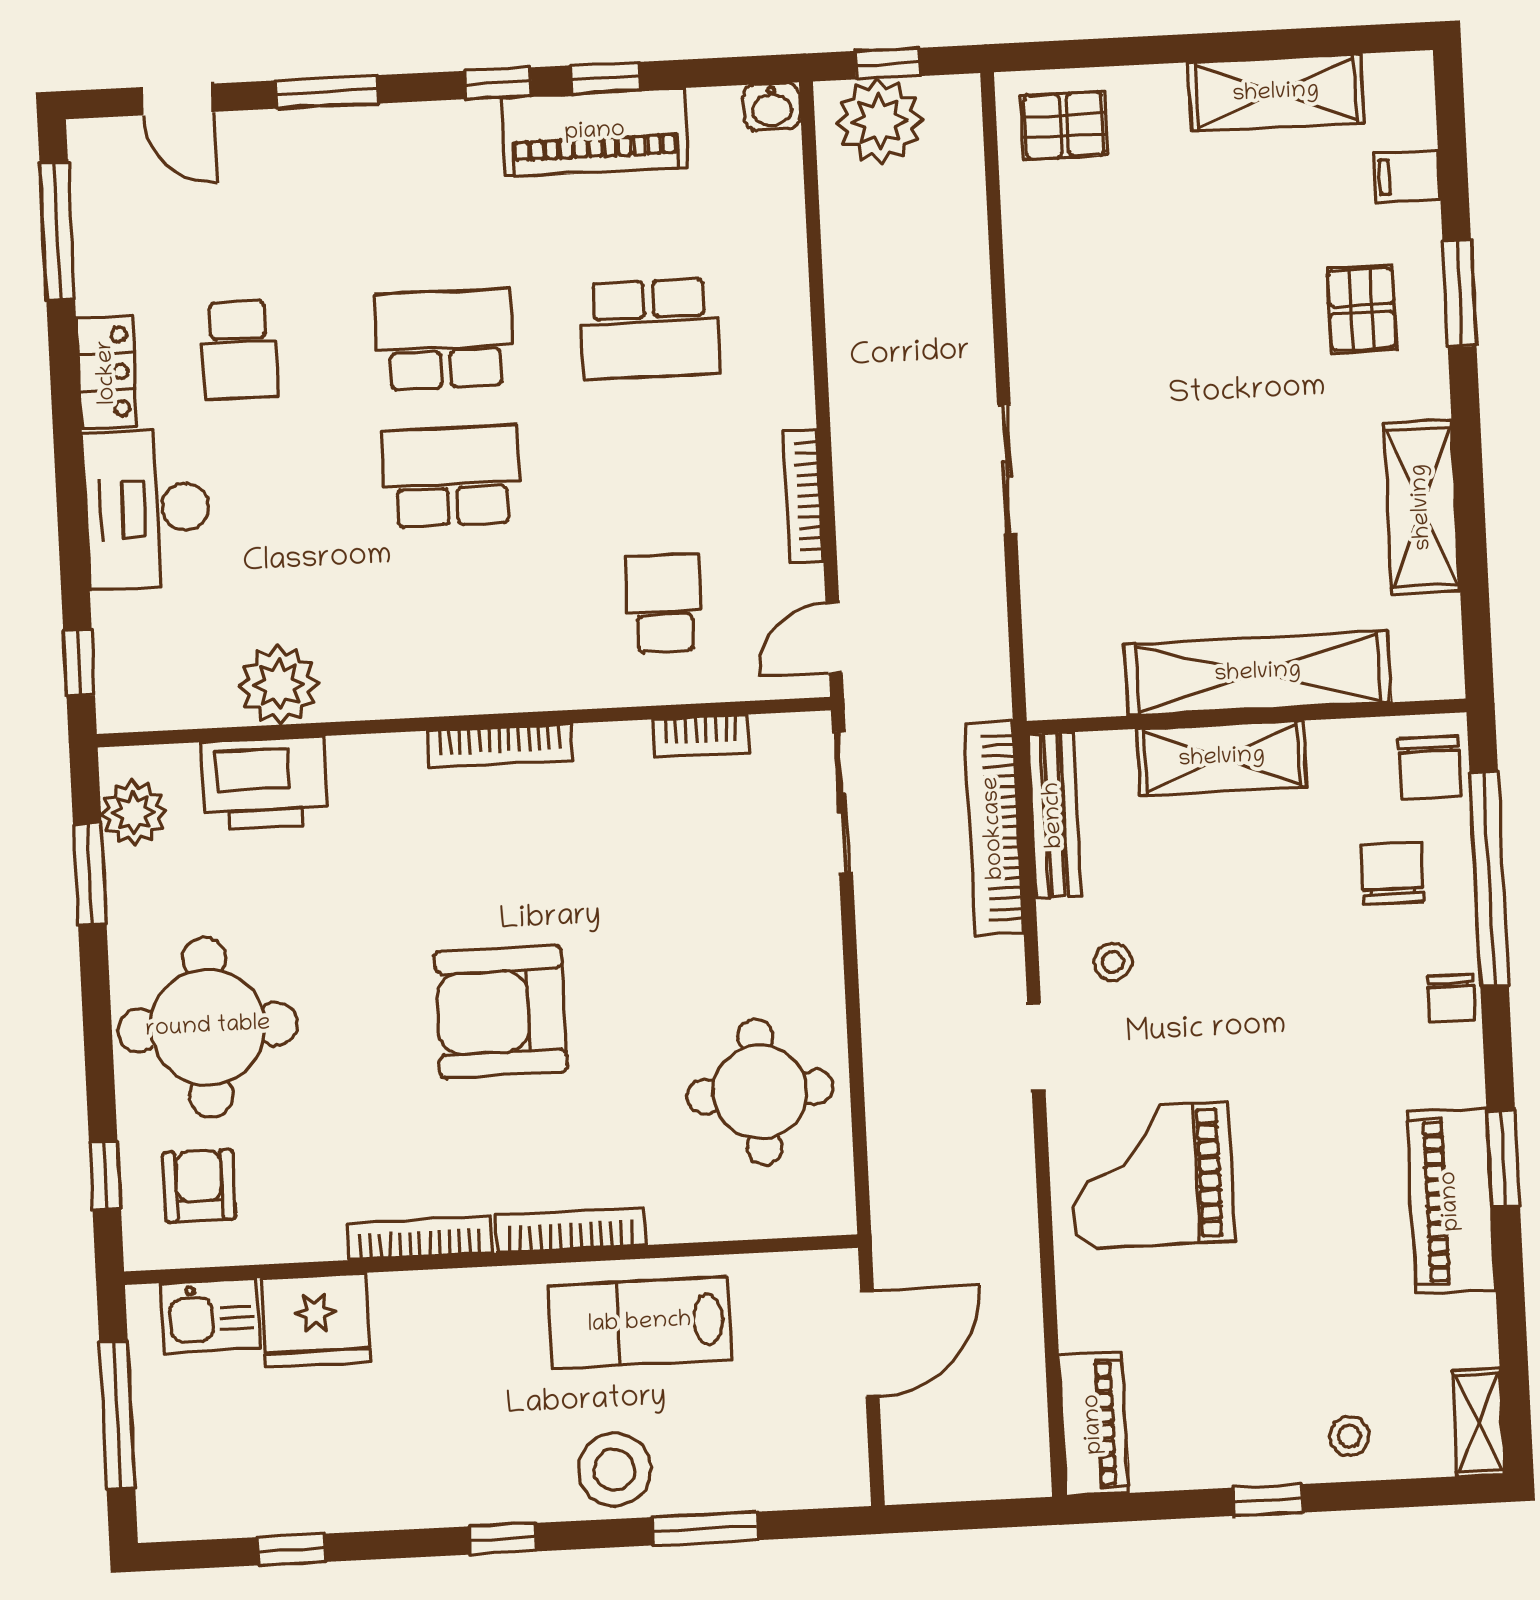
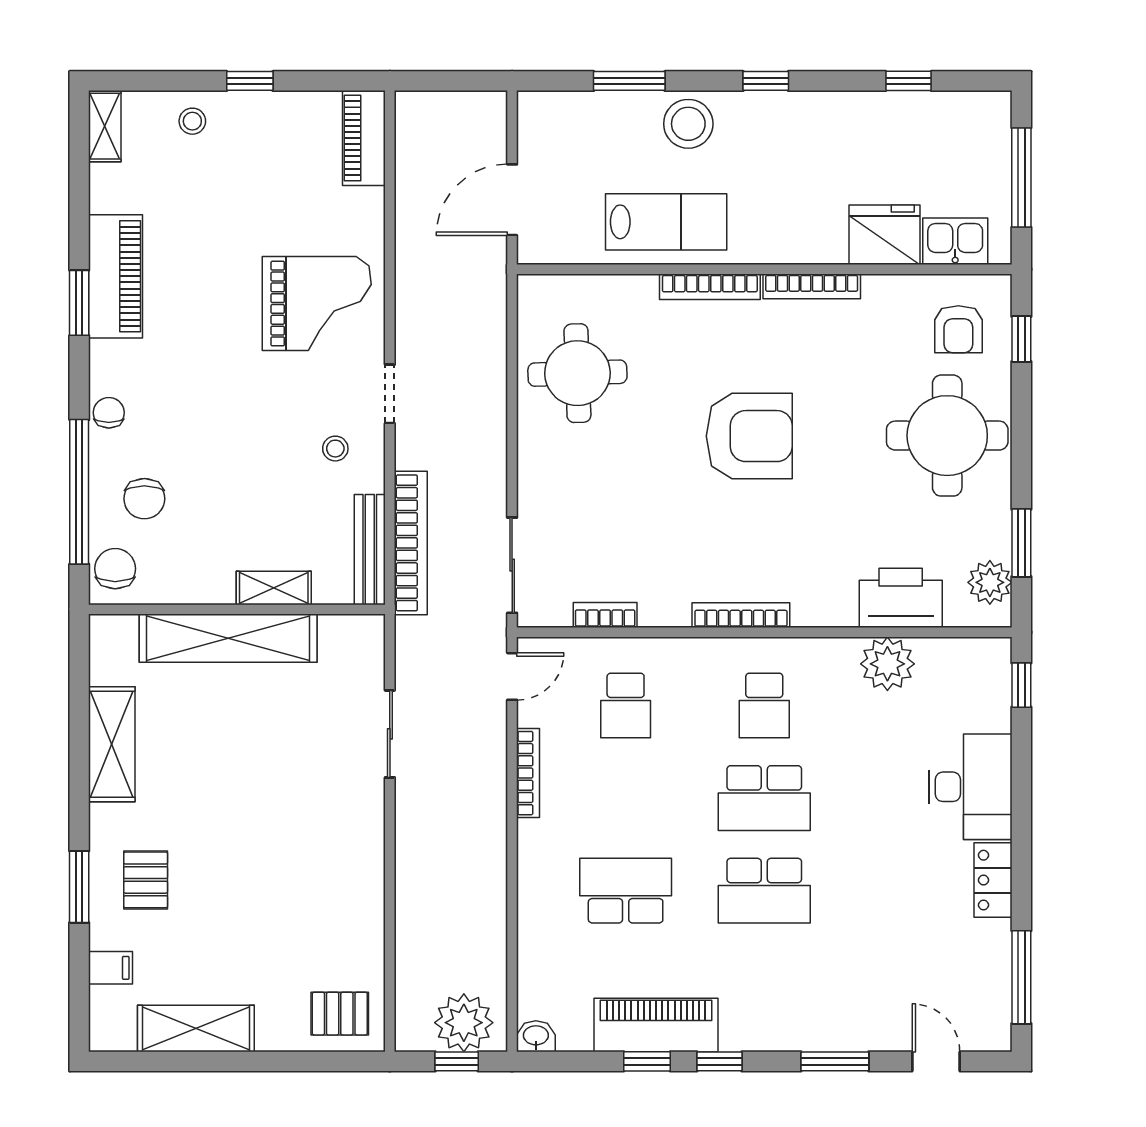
school desk: (239, 350) -> (764, 705), moved, turned 180
sliding door: (1007, 469) -> (390, 734), moved
shelving: (1222, 758) -> (274, 588), width x0.67, depth x0.75

